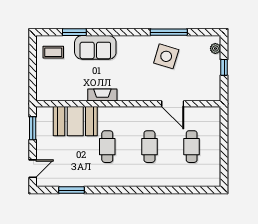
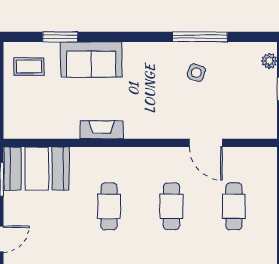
side table: (166, 56) -> (196, 73), width x0.54, depth x0.54
booth: (75, 121) -> (37, 169), moved

